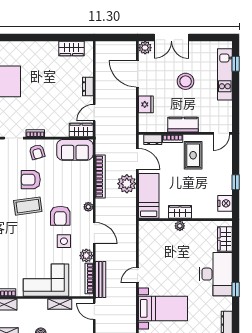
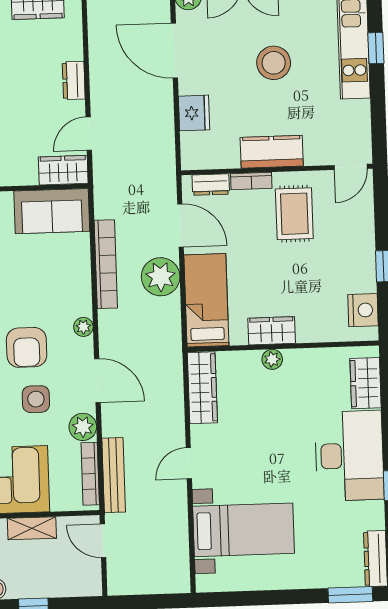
window: (236, 64) -> (376, 48), moved
wardrobe: (145, 238) -> (202, 388), added

